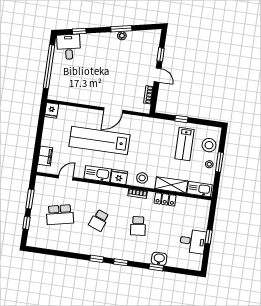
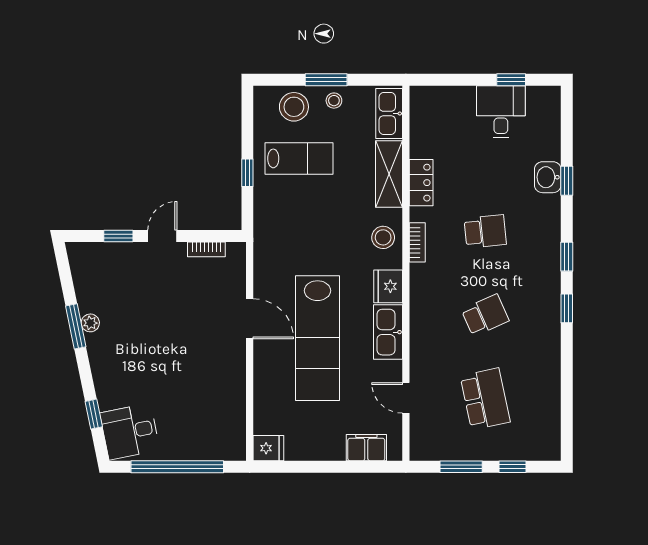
school desk: (99, 220) -> (485, 315), turned -45
window: (209, 237) -> (511, 80), moved

